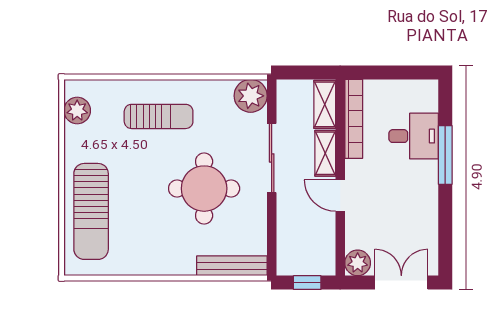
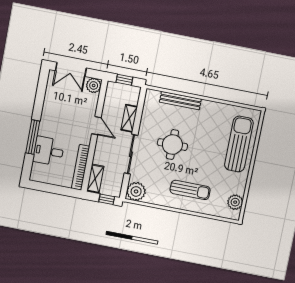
window: (299, 72) -> (107, 199), added
sun lounger: (159, 116) -> (190, 190), turned 180
shelving: (325, 153) -> (129, 118), moved
round table: (204, 189) -> (172, 145), width x0.73, depth x0.73
bench: (232, 266) -> (180, 101), moved

